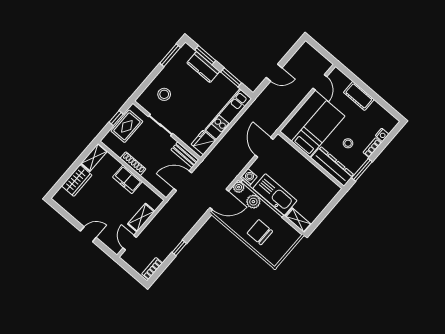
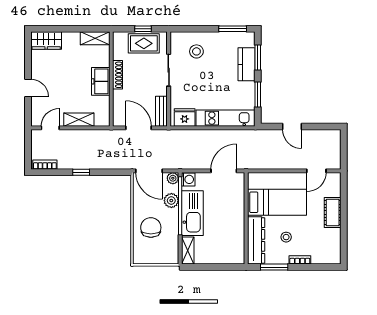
nightstand: (382, 135) -> (317, 259), removed
wardrobe: (77, 181) -> (46, 41), moved

